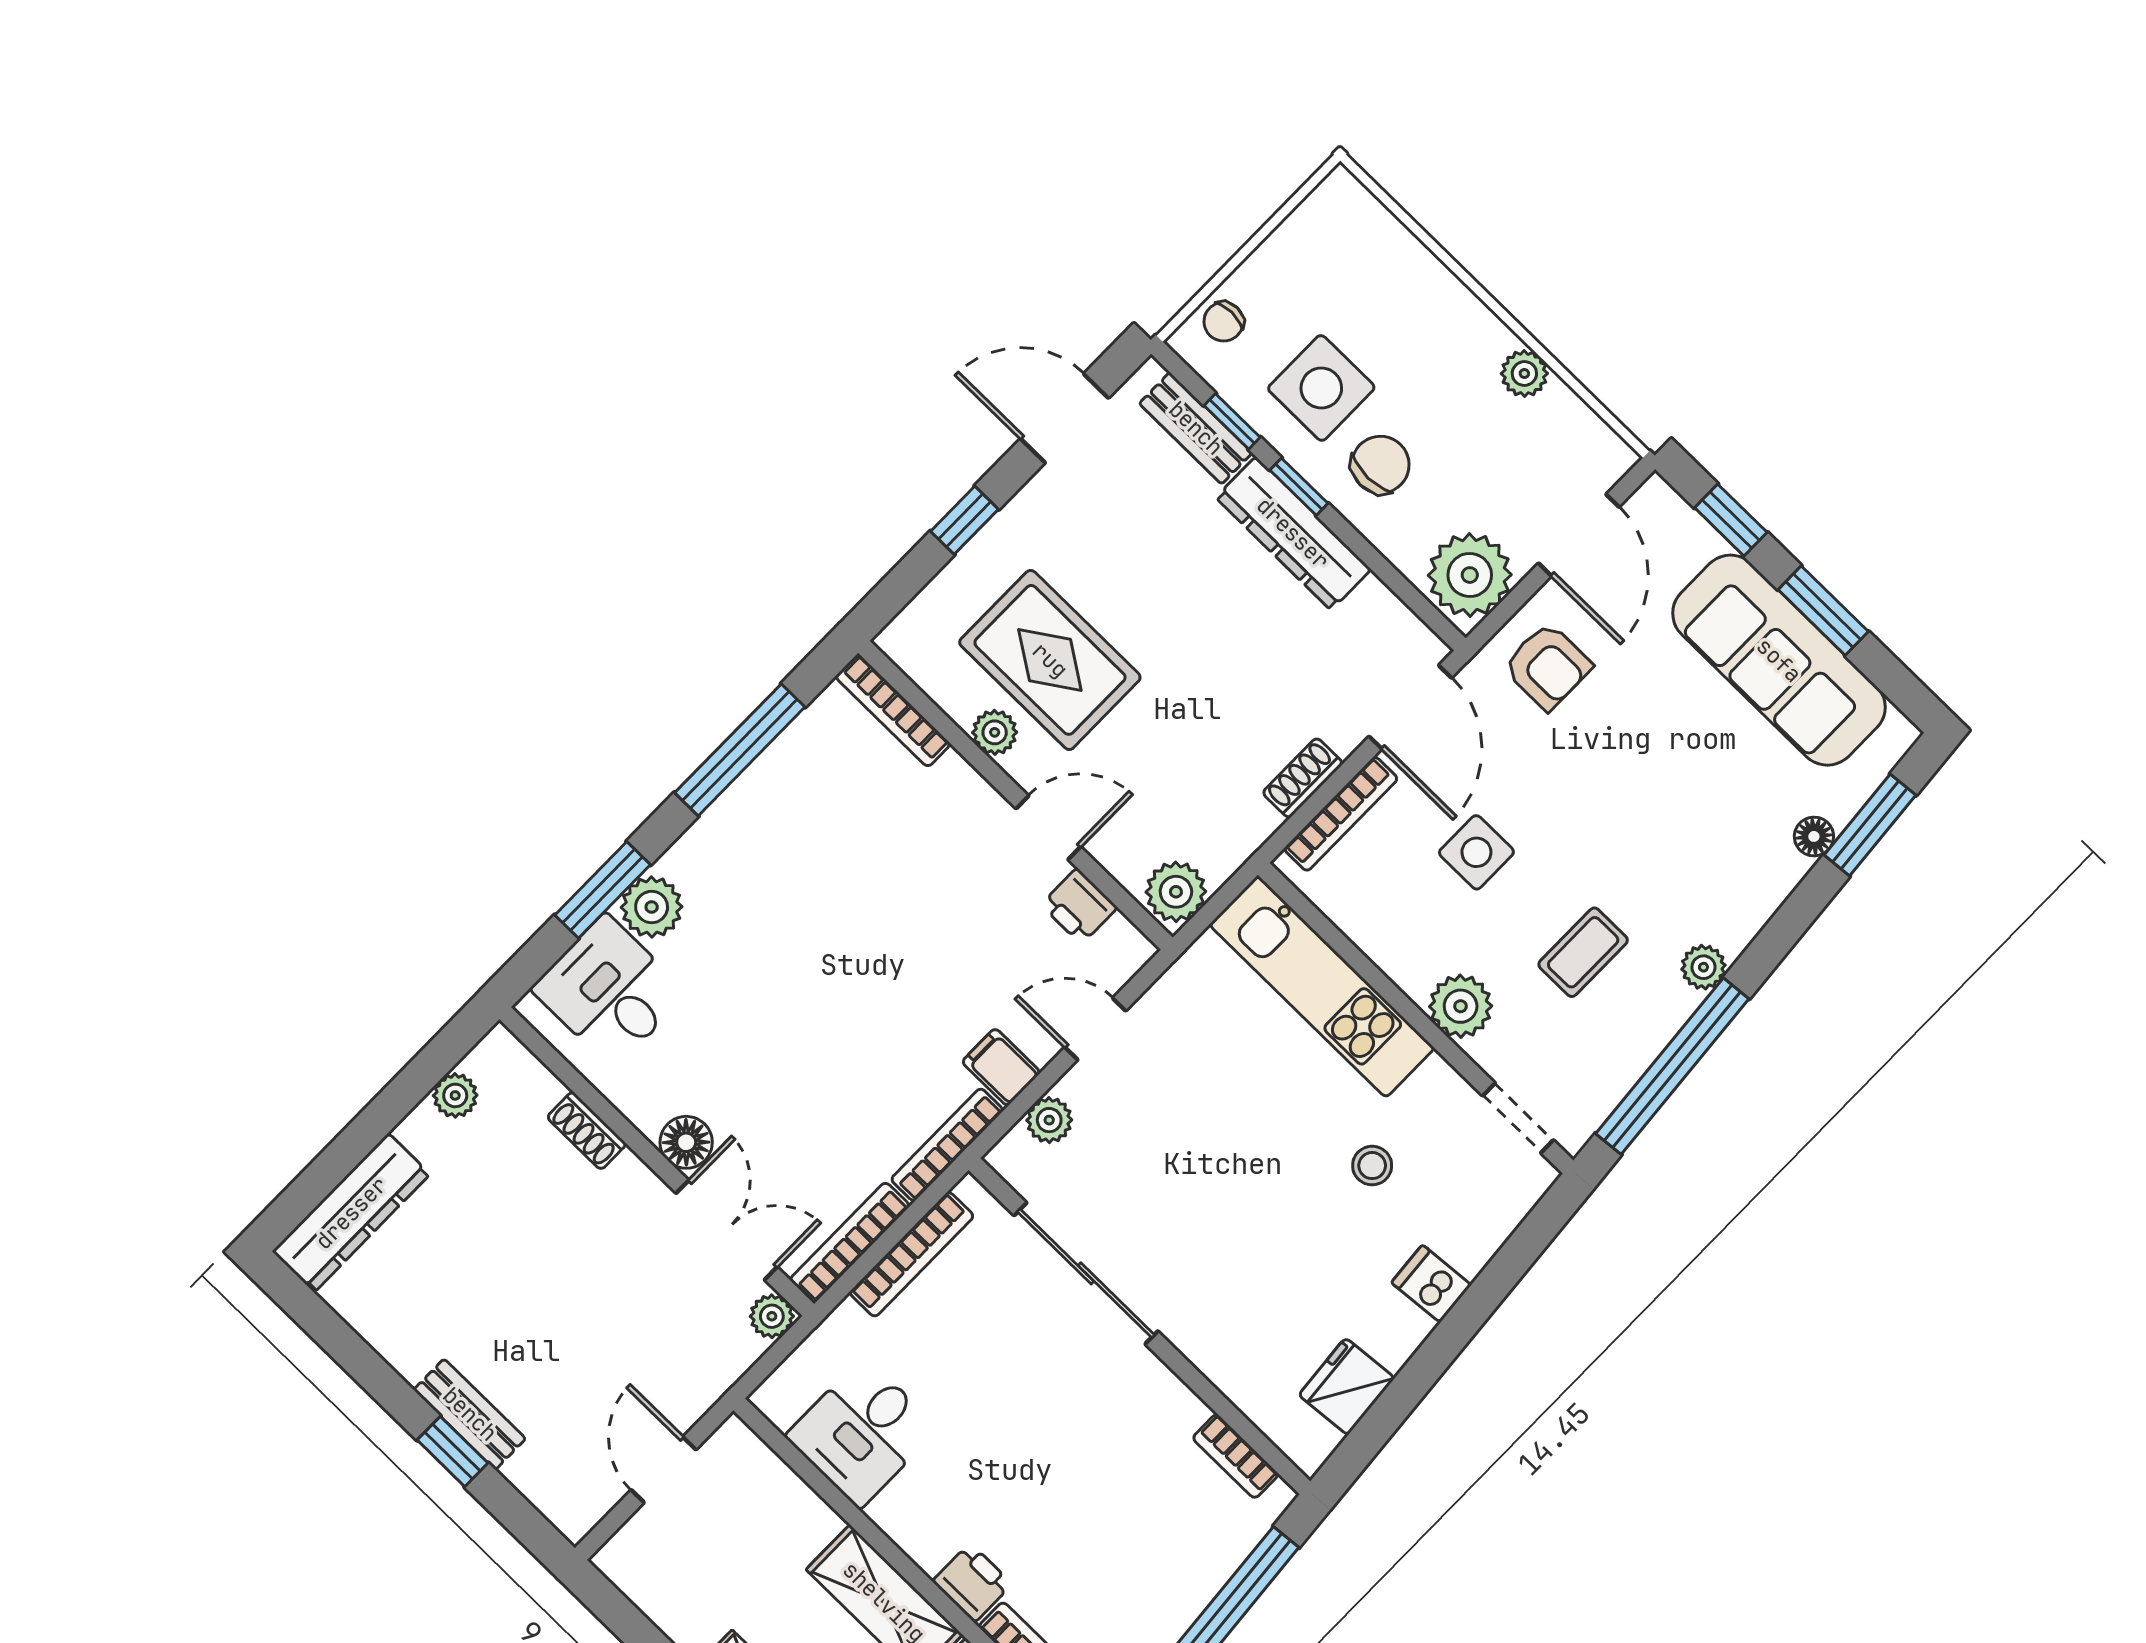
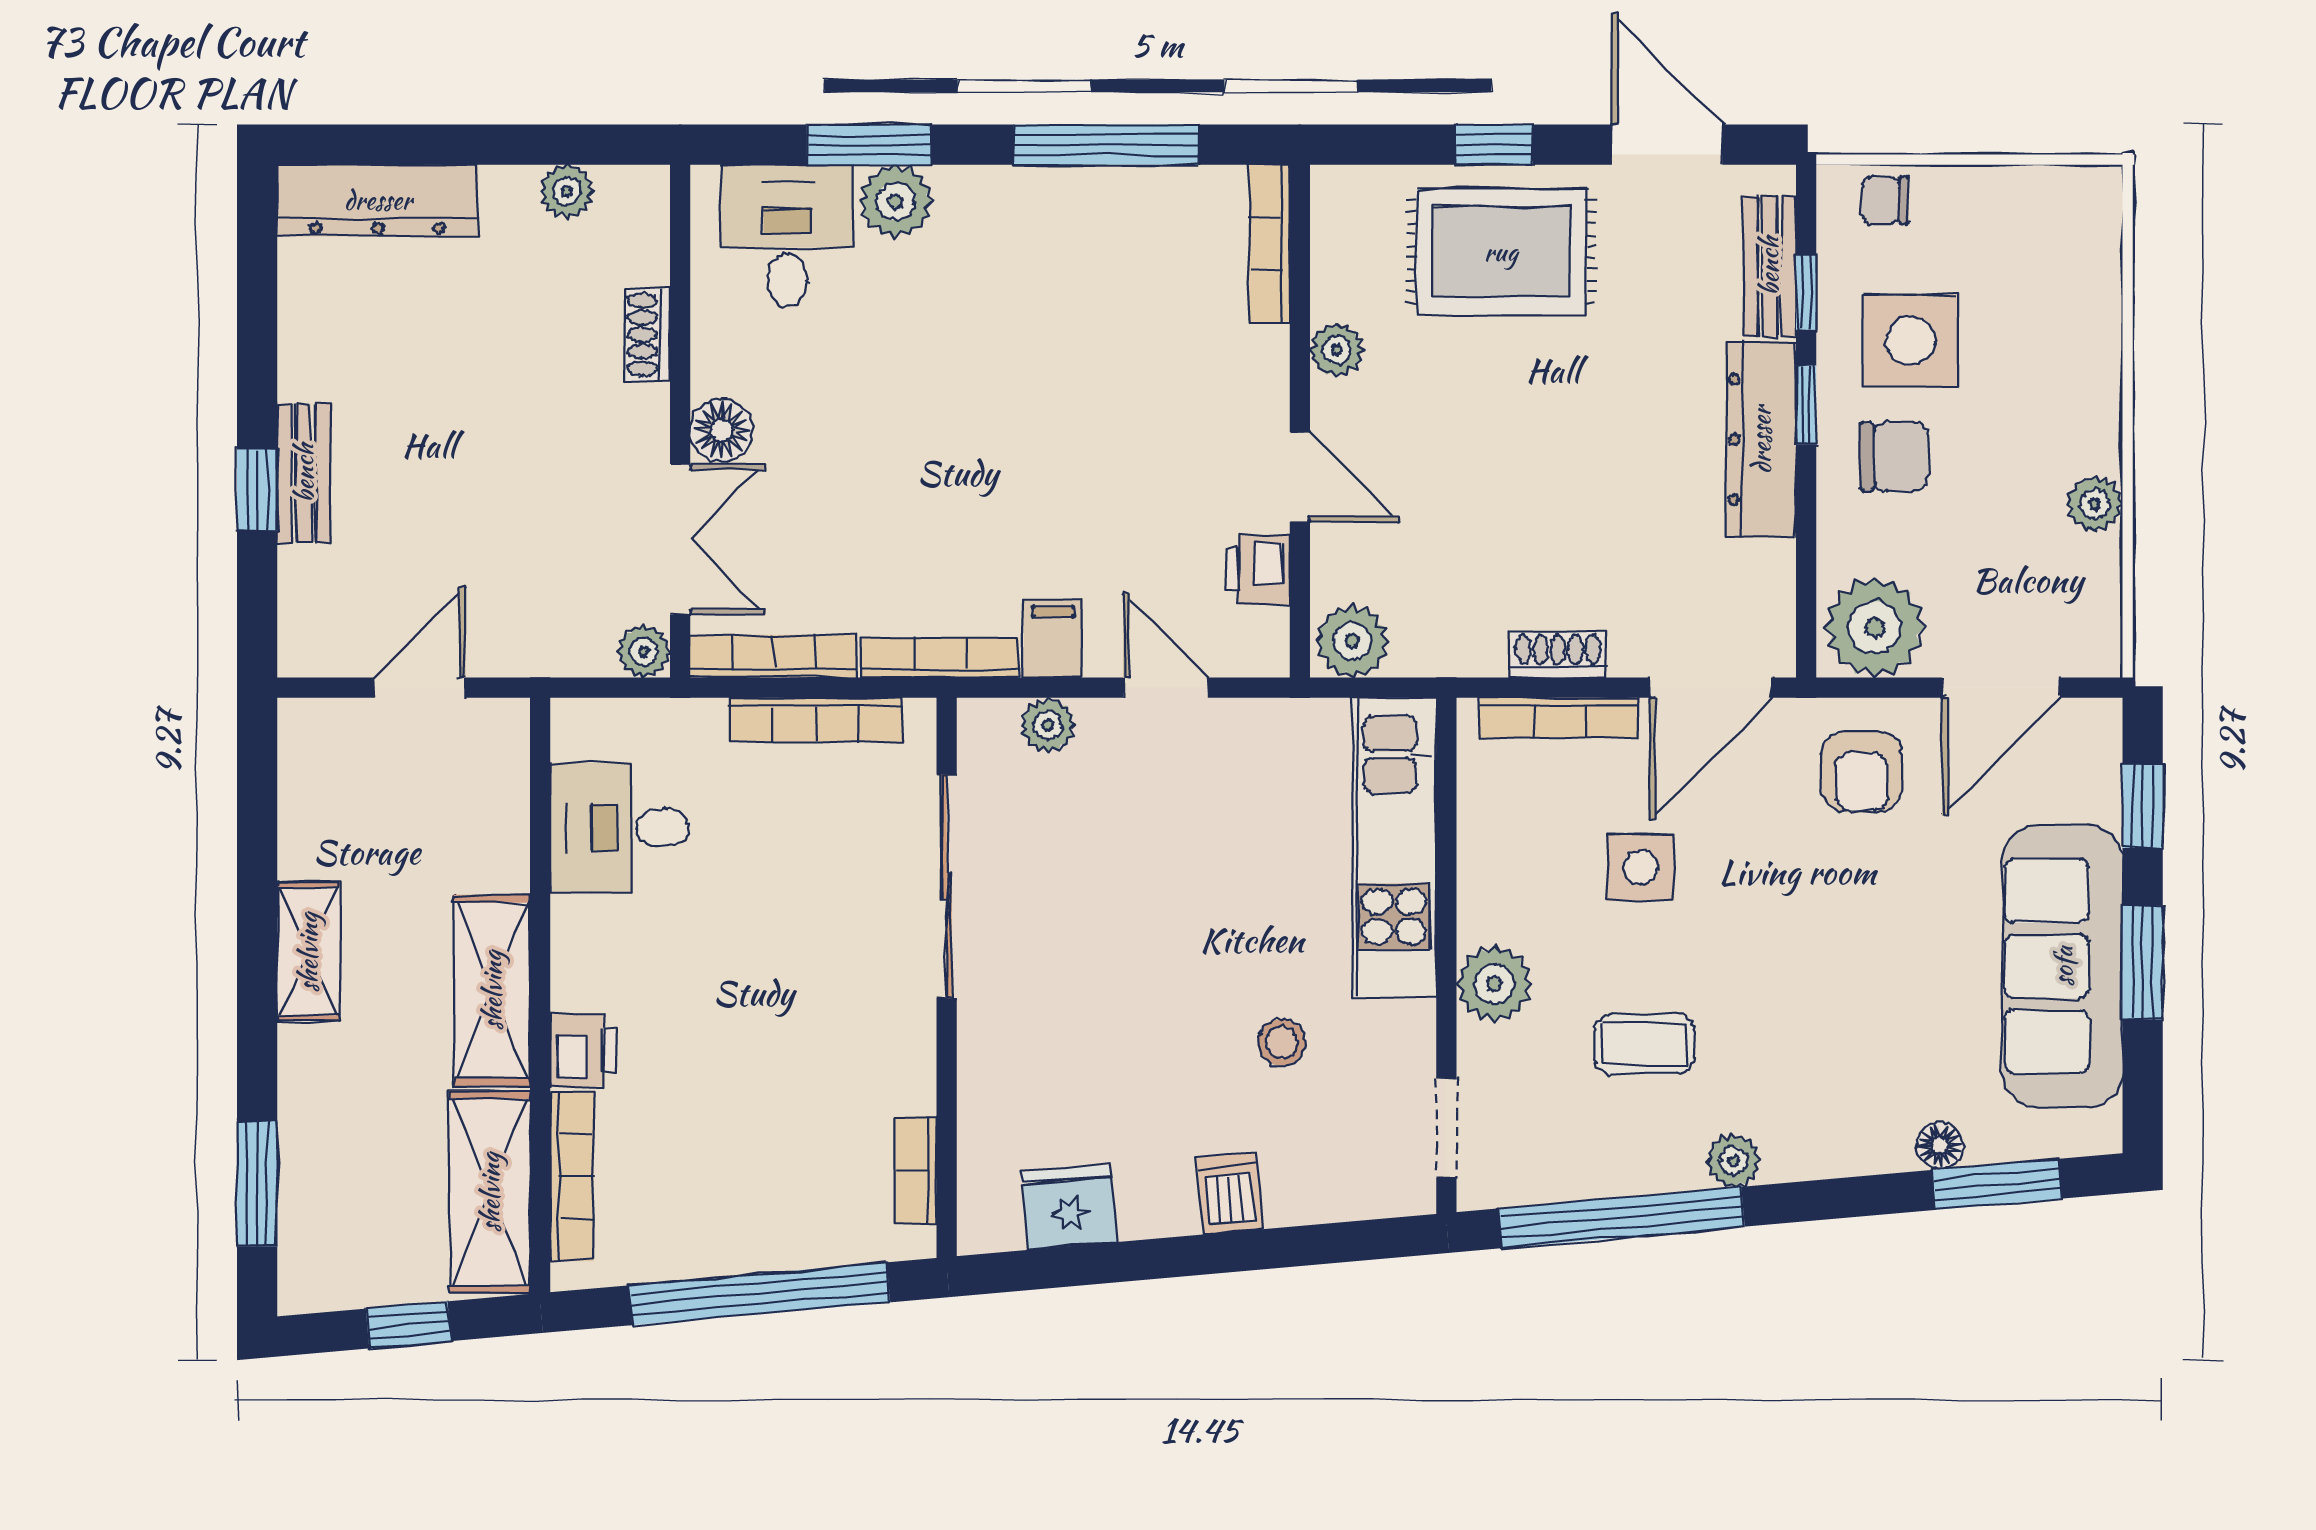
rug: (1050, 660) -> (1501, 252), moved, turned 90

